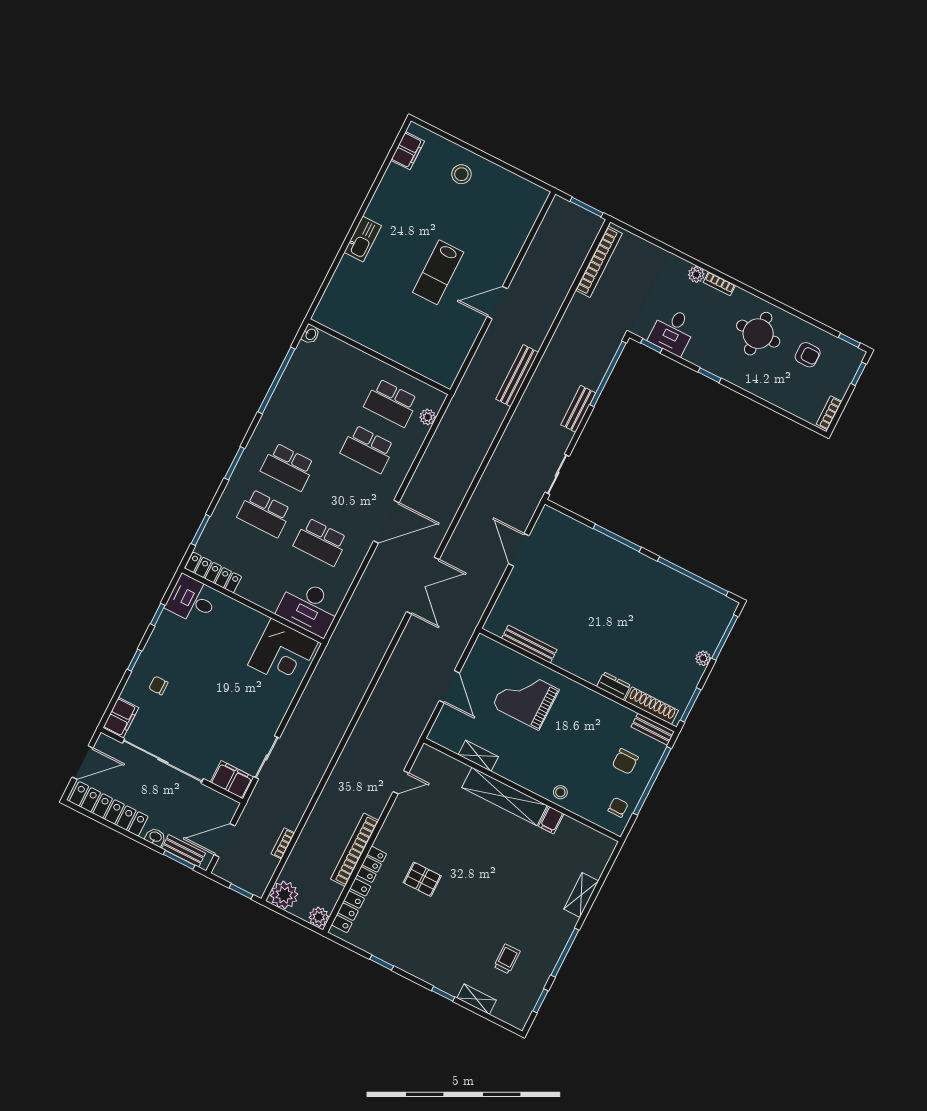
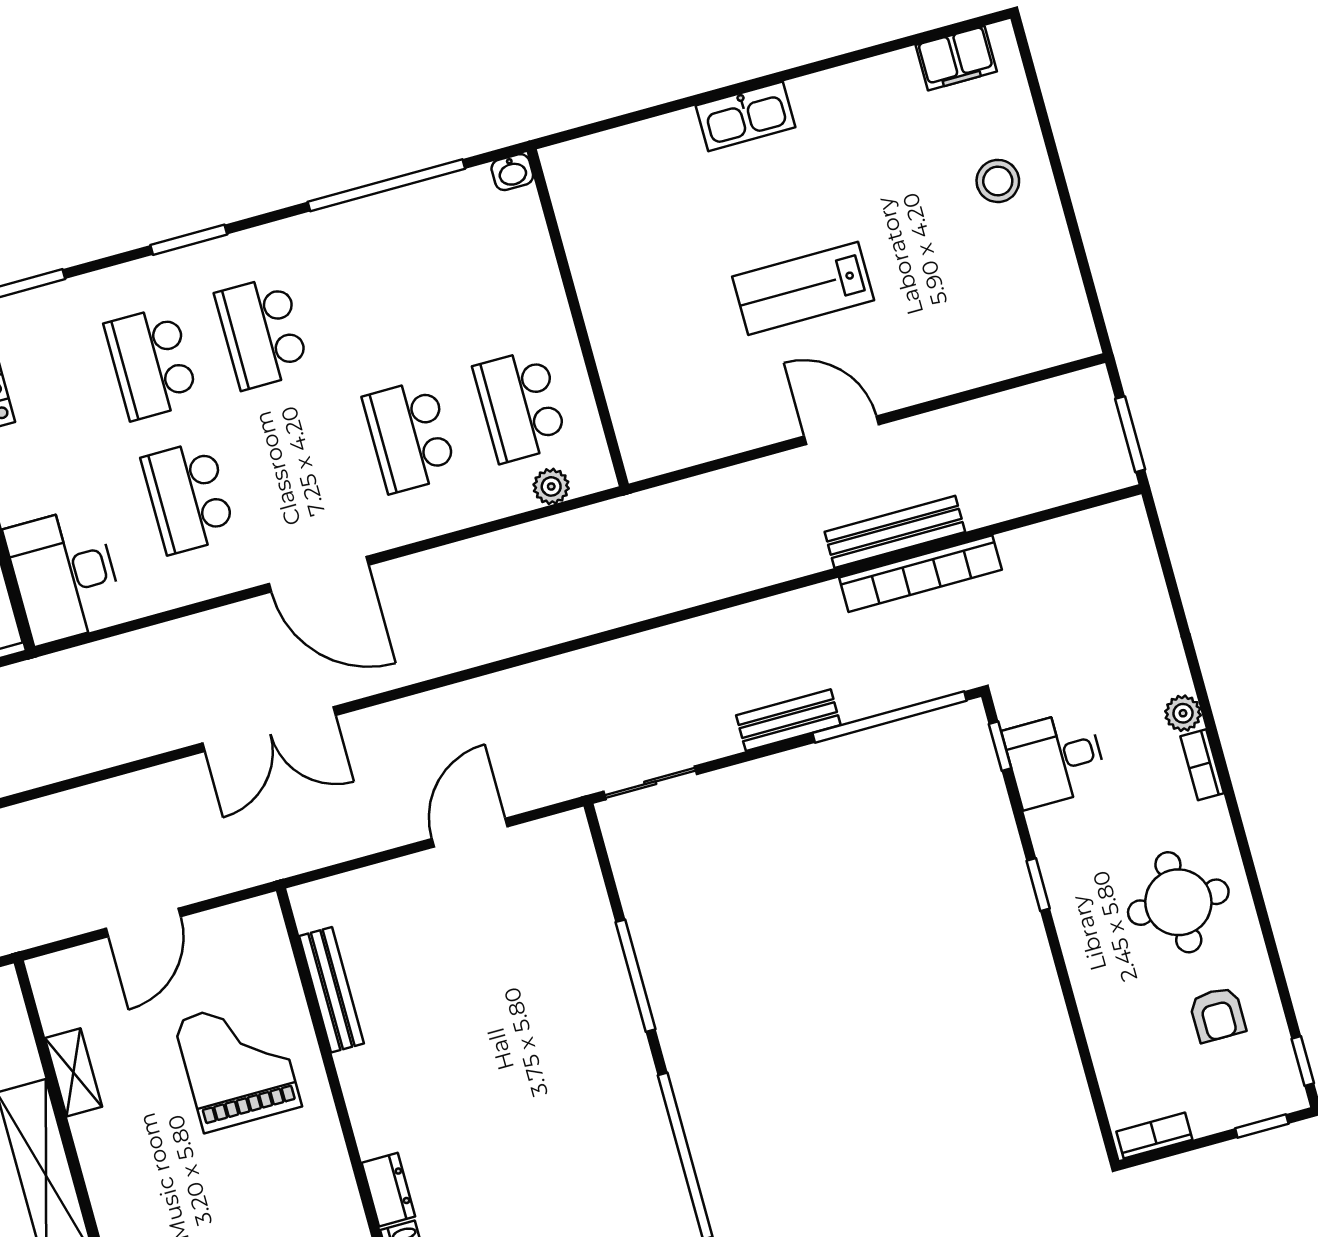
bookcase: (599, 262) -> (920, 574), moved
bench: (517, 376) -> (895, 532), moved

